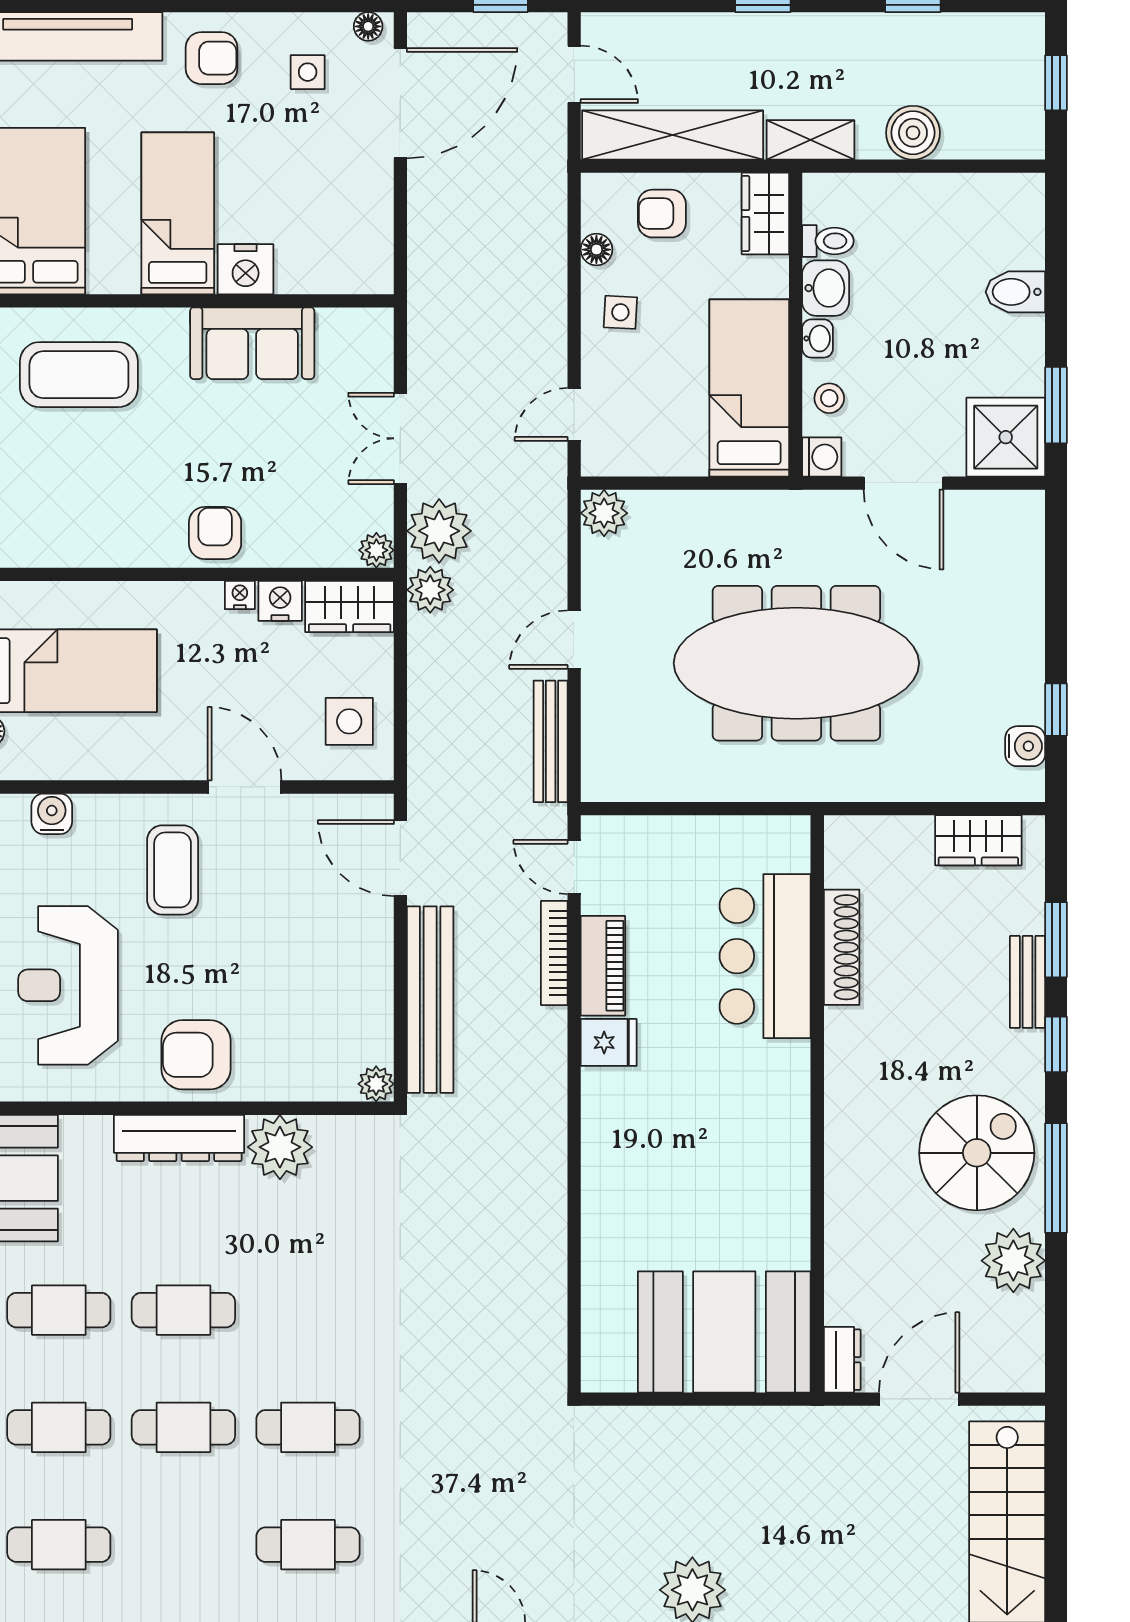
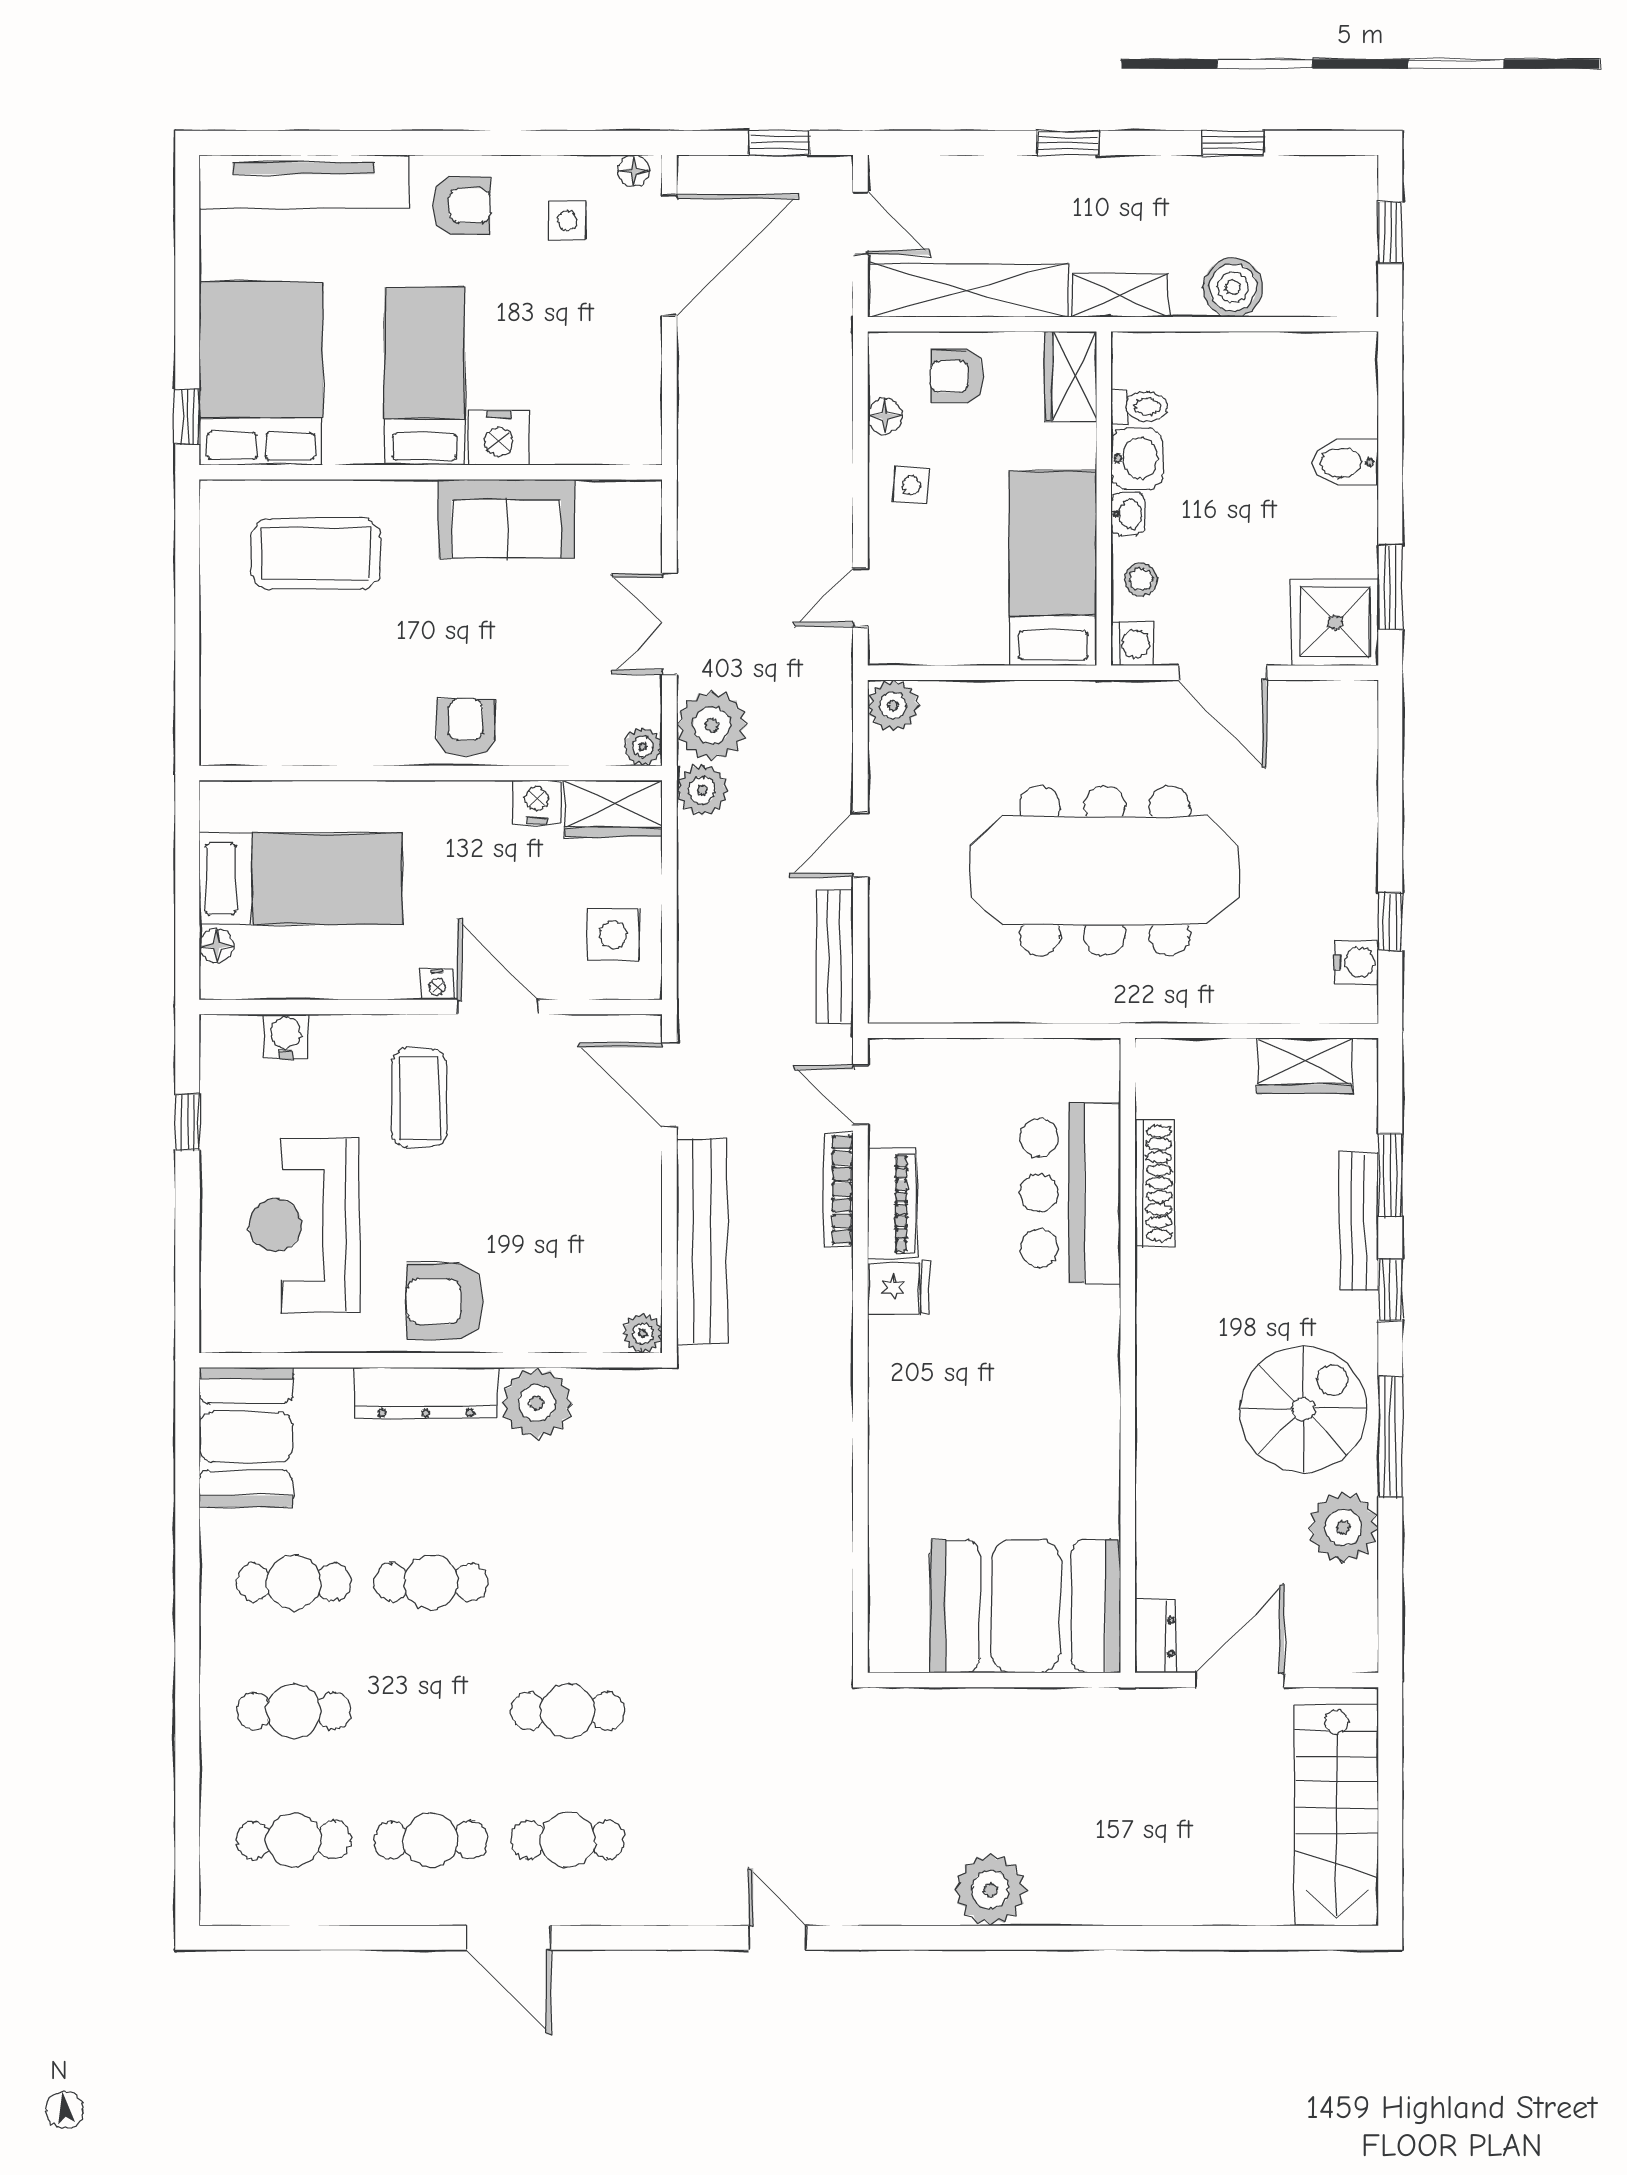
nightstand: (240, 595) -> (437, 984), moved, turned 180
bench: (1028, 982) -> (1359, 1221), width x1.36
cafe table: (183, 1427) -> (431, 1840), moved

